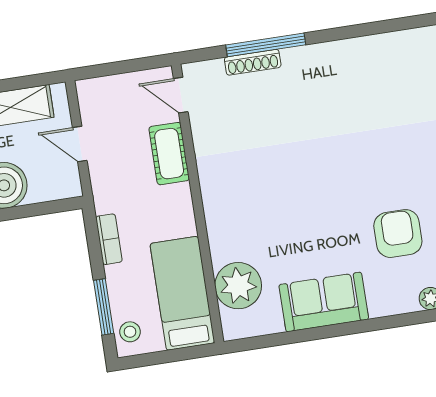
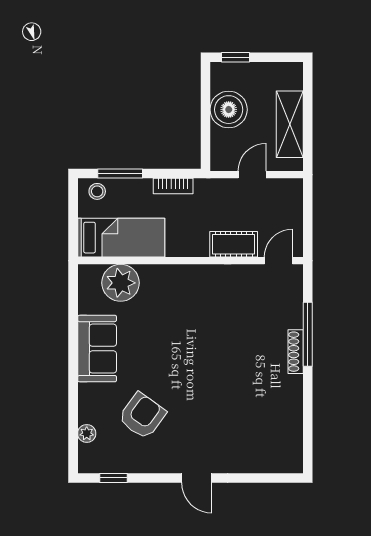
shoe rack: (253, 62) -> (296, 352), moved
armchair: (398, 234) -> (142, 416), turned -54

